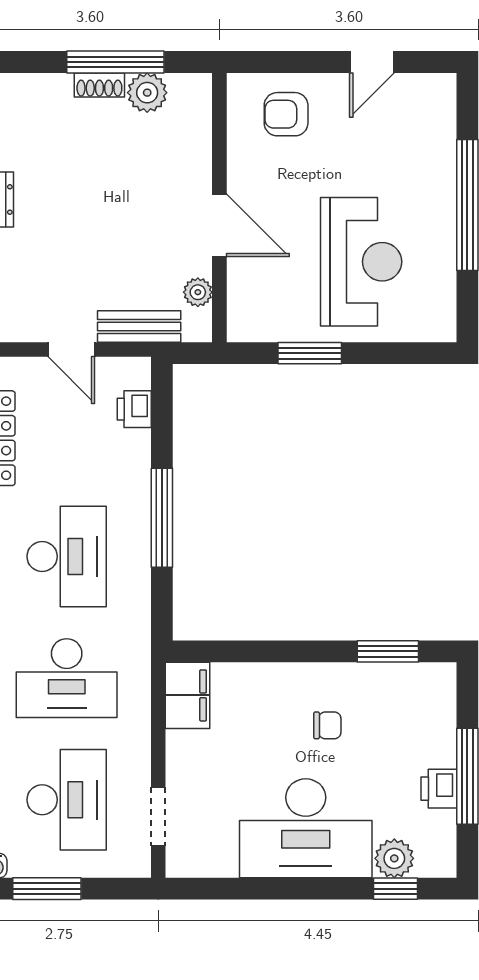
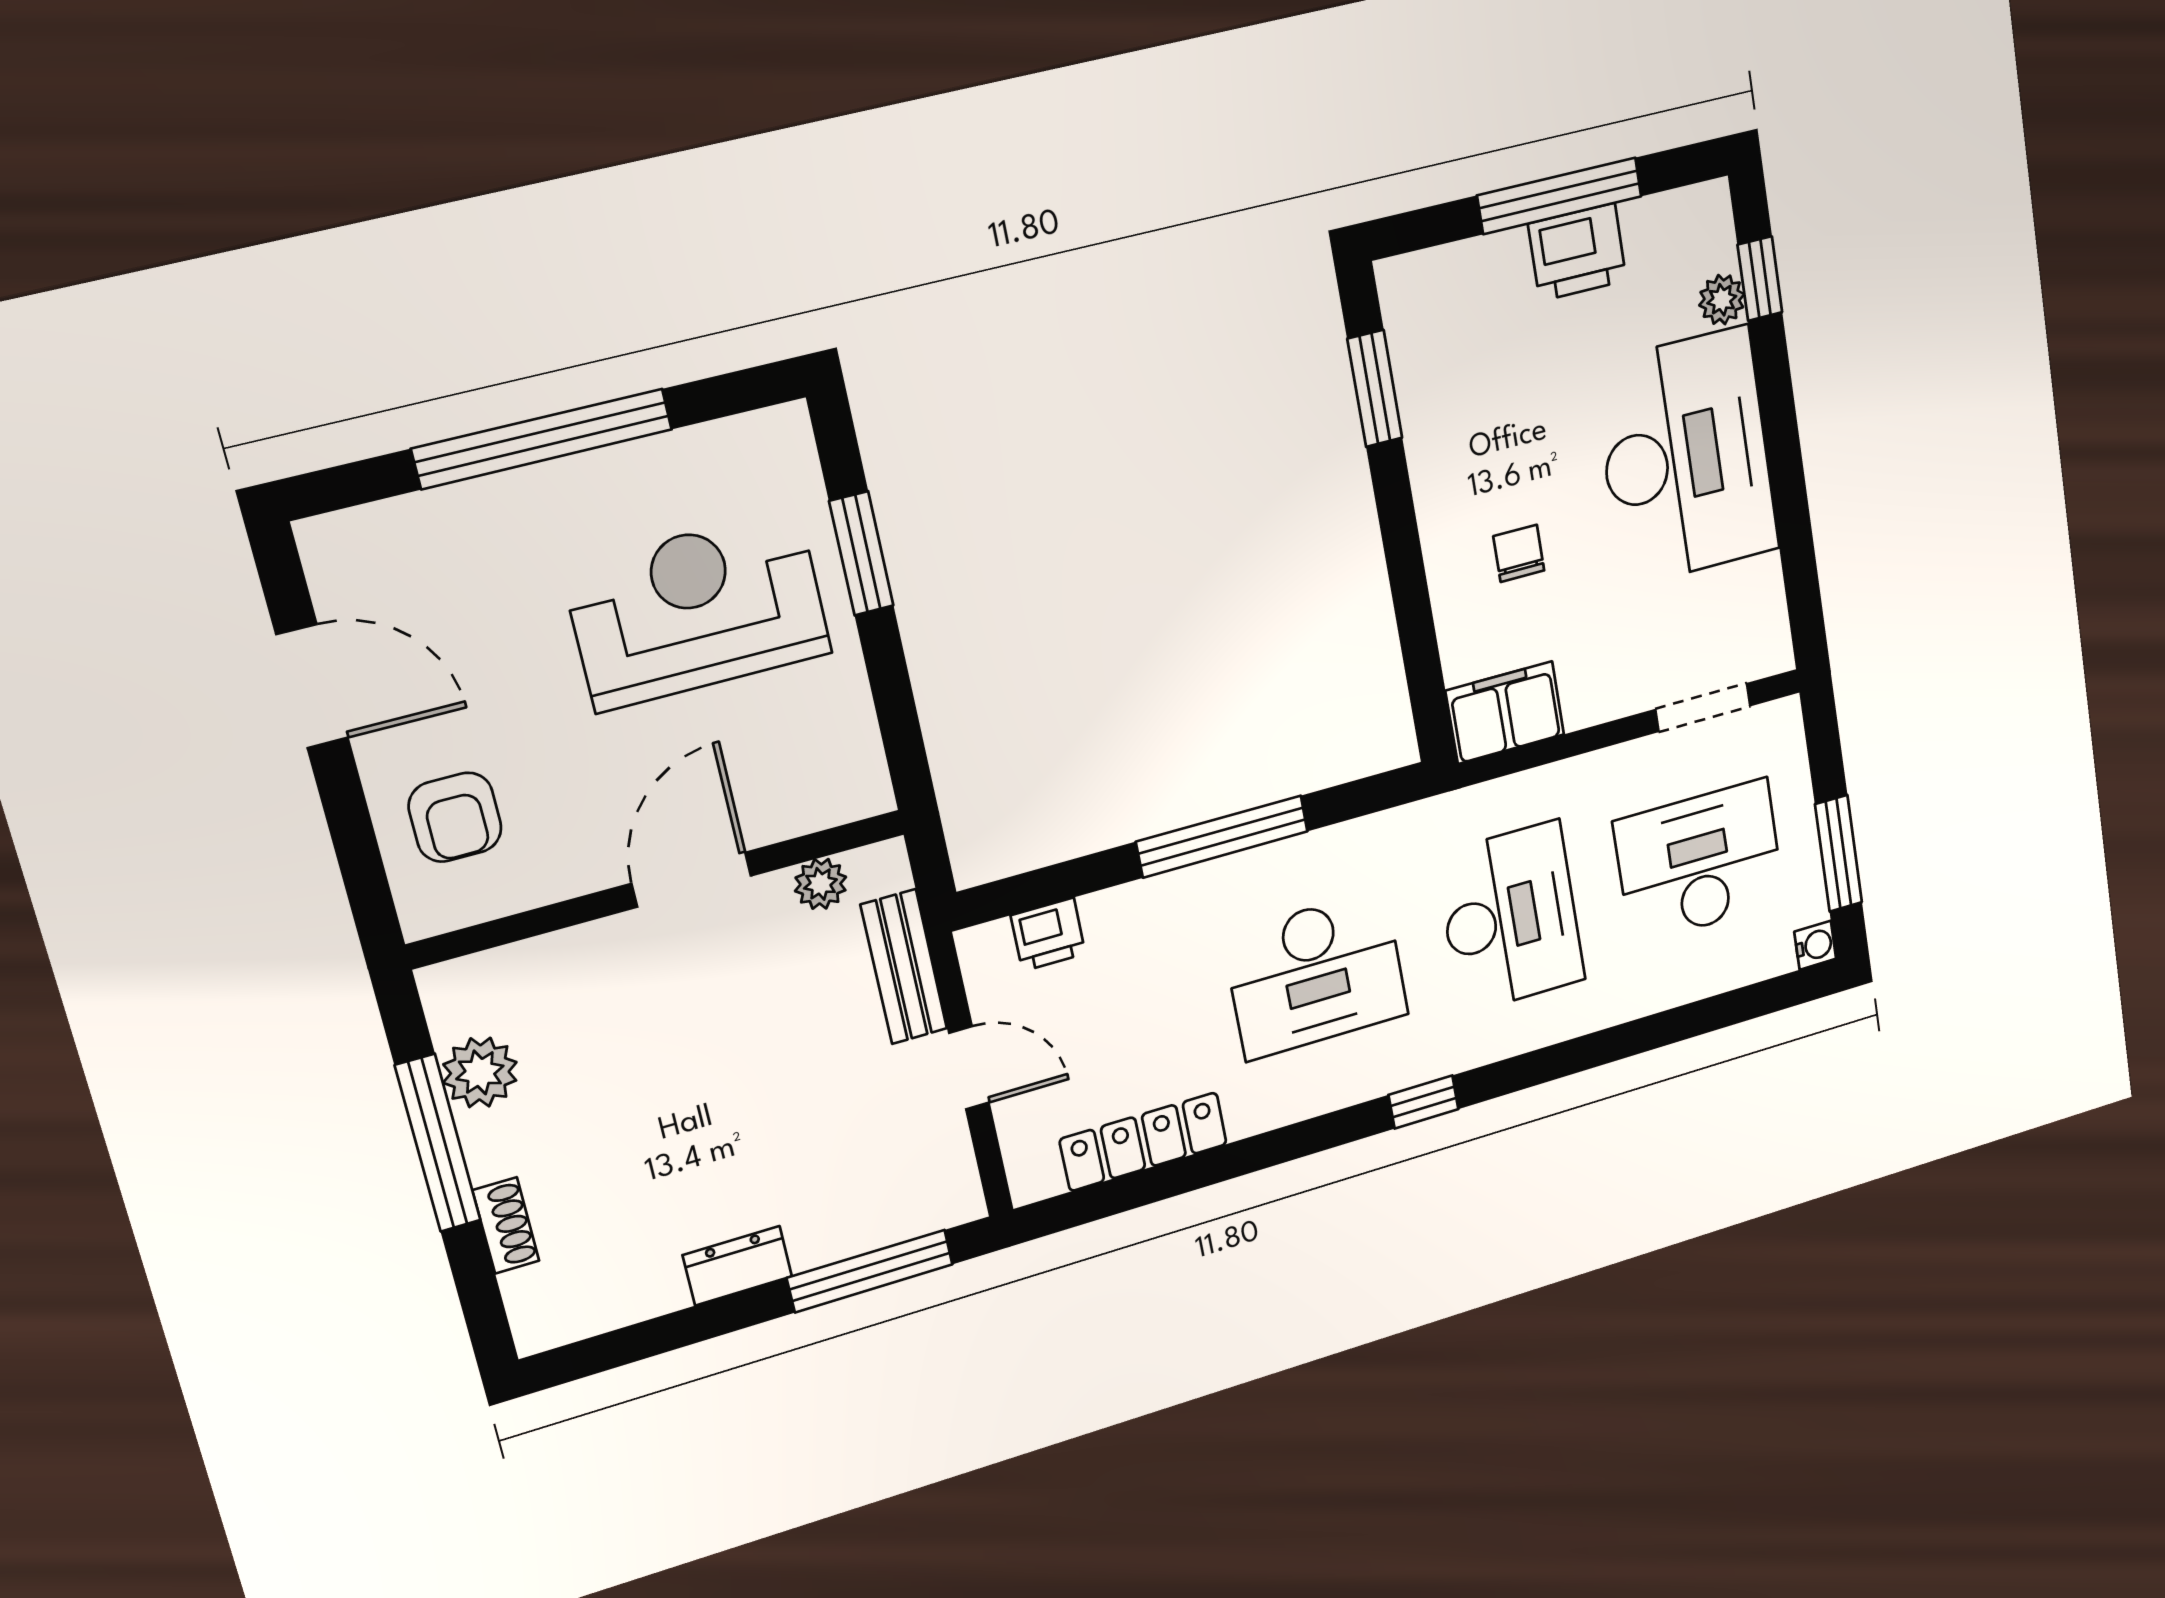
door: (372, 62) -> (312, 686), width x1.38
shoe rack: (99, 85) -> (506, 1226), moved
door: (71, 350) -> (969, 1068), hinge flipped
window: (310, 353) -> (861, 553), moved
desk: (67, 556) -> (1316, 975), turned 180
chair: (327, 725) -> (1519, 553), moved
printer: (439, 789) -> (1577, 252), width x1.36, depth x1.24
plant: (394, 858) -> (1722, 300), width x0.73, depth x0.73

